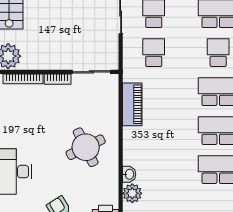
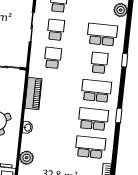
washbasin: (129, 174) -> (28, 127), moved

